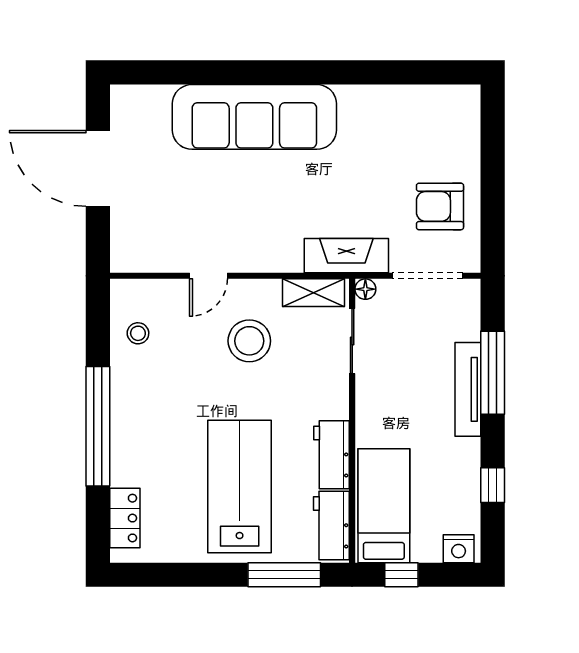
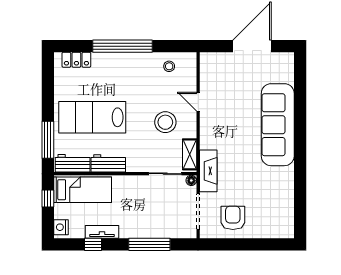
tv unit: (468, 389) -> (102, 232), moved, width x0.71
lab bench: (240, 486) -> (92, 117), turned 180

